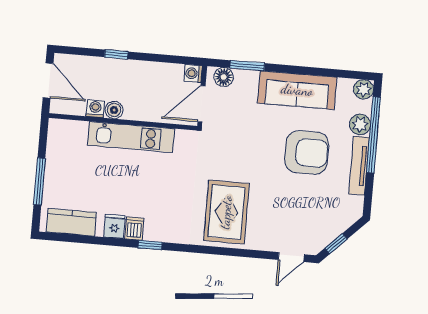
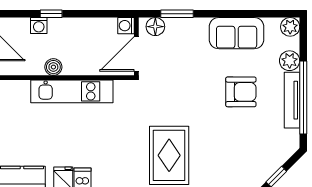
sofa: (297, 90) -> (237, 33), width x0.73
washing machine: (95, 109) -> (39, 26), moved, turned 180
window: (373, 135) -> (303, 98), moved
armchair: (307, 152) -> (241, 92), width x0.73, depth x0.73

